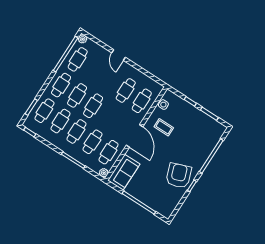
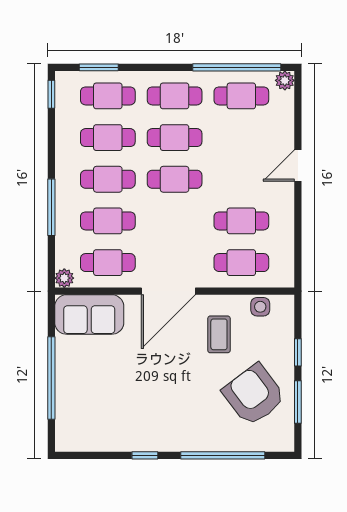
armchair: (179, 176) -> (254, 395), moved, turned -107

